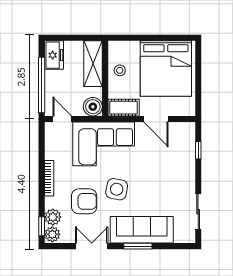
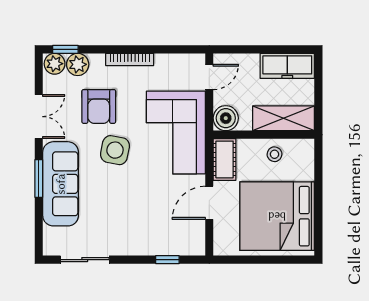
freezer: (54, 55) -> (287, 66), width x1.40
window: (42, 85) -> (255, 49), removed

